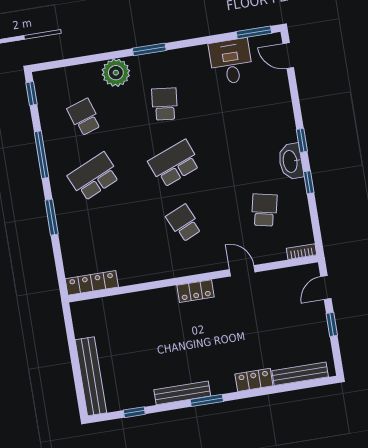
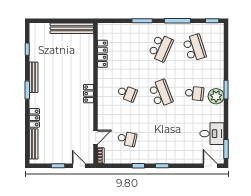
door: (288, 56) -> (210, 166), hinge flipped
plant: (116, 73) -> (216, 96), moved
school desk: (84, 117) -> (194, 48), width x1.85
washbasin: (291, 161) -> (152, 158), removed
school desk: (94, 177) -> (161, 48), turned 48
school desk: (184, 223) -> (127, 93), turned 45
door: (242, 271) -> (96, 137), moved
locker: (92, 283) -> (102, 54), moved
bench: (91, 376) -> (72, 28), moved

